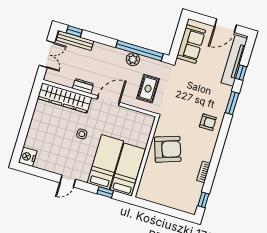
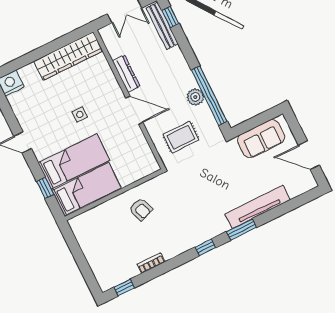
tv unit: (234, 61) -> (258, 207), moved
window: (241, 73) -> (205, 247), moved
dresser: (83, 86) -> (126, 74), width x1.44
wardrobe: (64, 98) -> (68, 56), moved, turned -90
armchair: (208, 122) -> (202, 223), removed
armchair: (168, 149) -> (141, 209), width x0.53, depth x0.53

